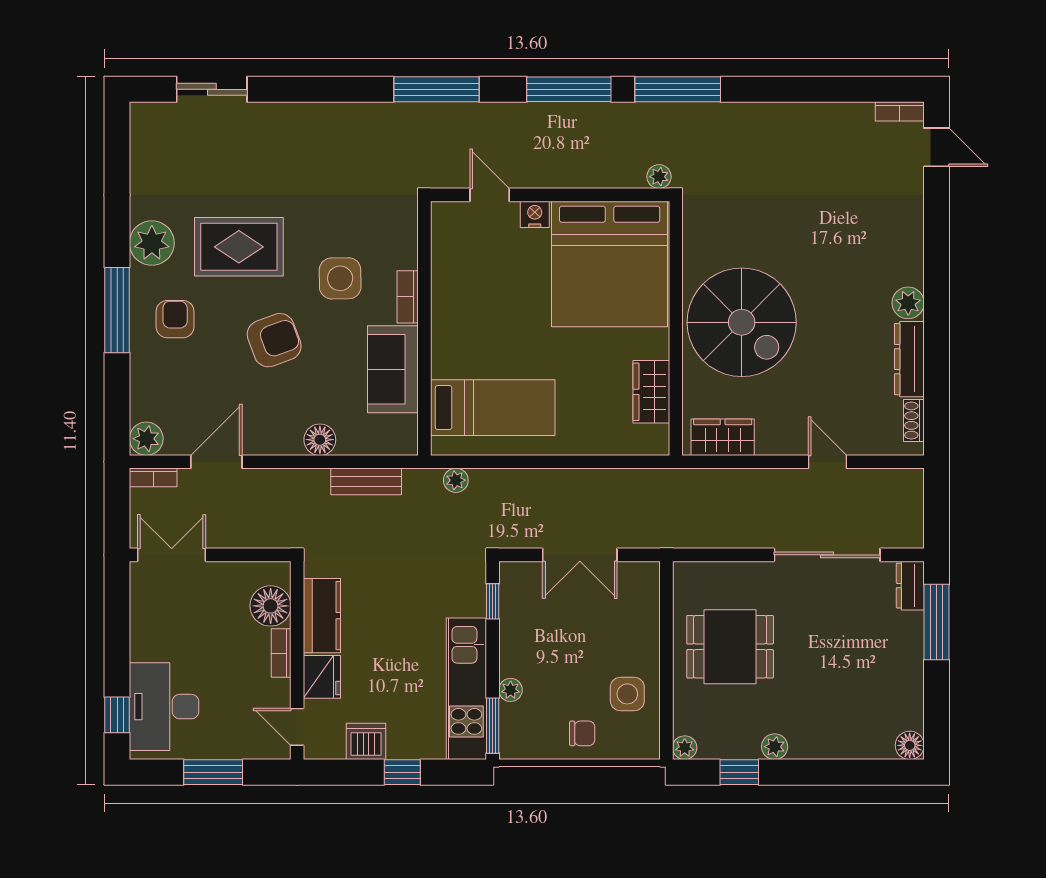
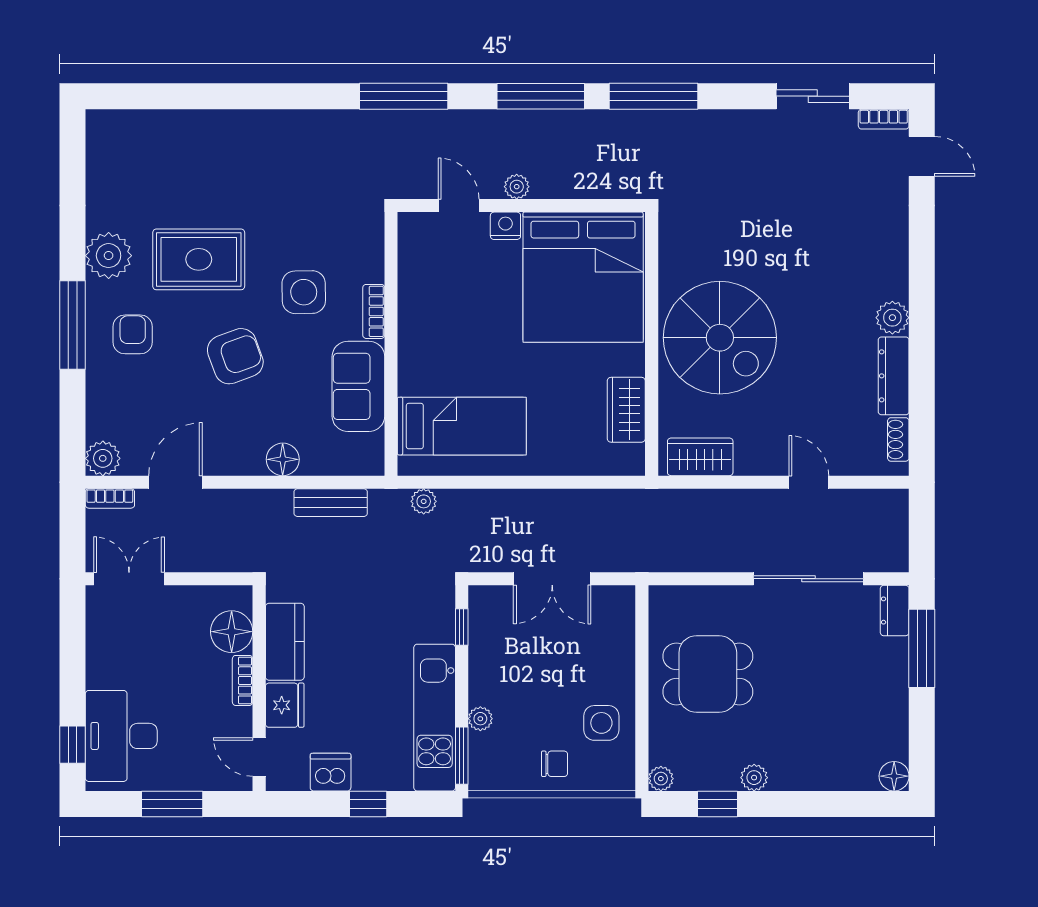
sliding door: (212, 89) -> (813, 96), moved
plant: (659, 177) -> (517, 187), moved

